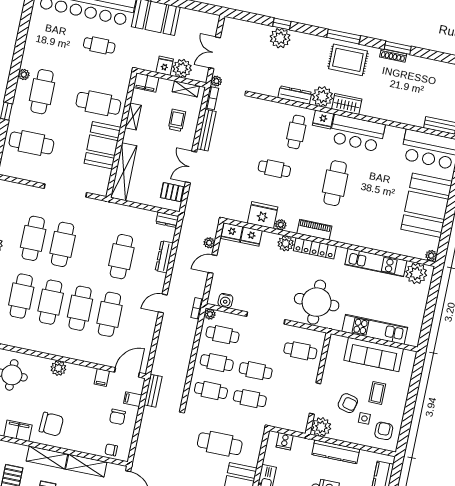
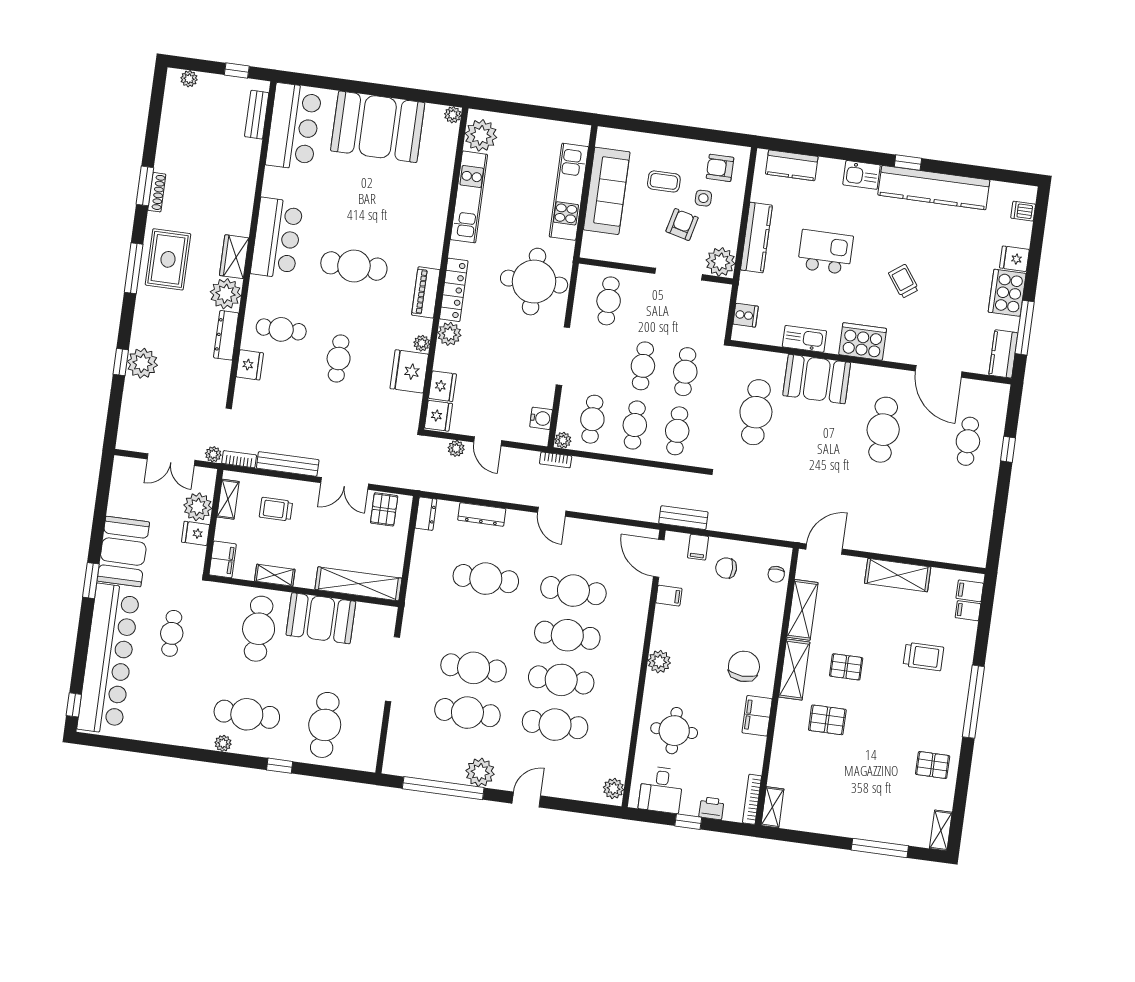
fridge: (323, 119) -> (250, 365), moved
chair: (117, 417) -> (726, 568), turned 180

